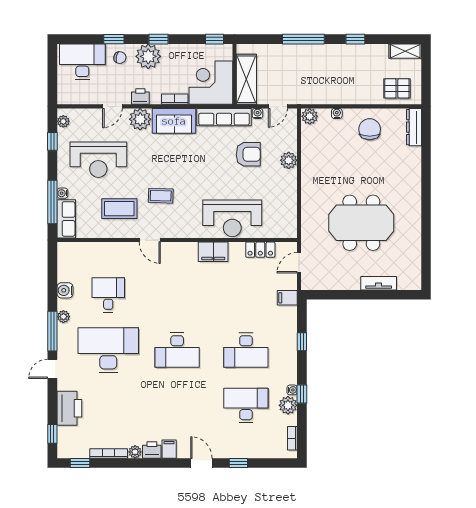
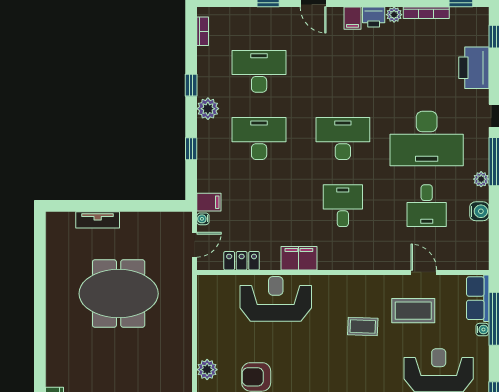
door: (150, 240) -> (424, 272), moved
desk: (177, 295) -> (343, 206), added
water cooler: (292, 390) -> (203, 219), moved
desk: (246, 405) -> (259, 71), turned 180
plant: (288, 405) -> (208, 109), moved

